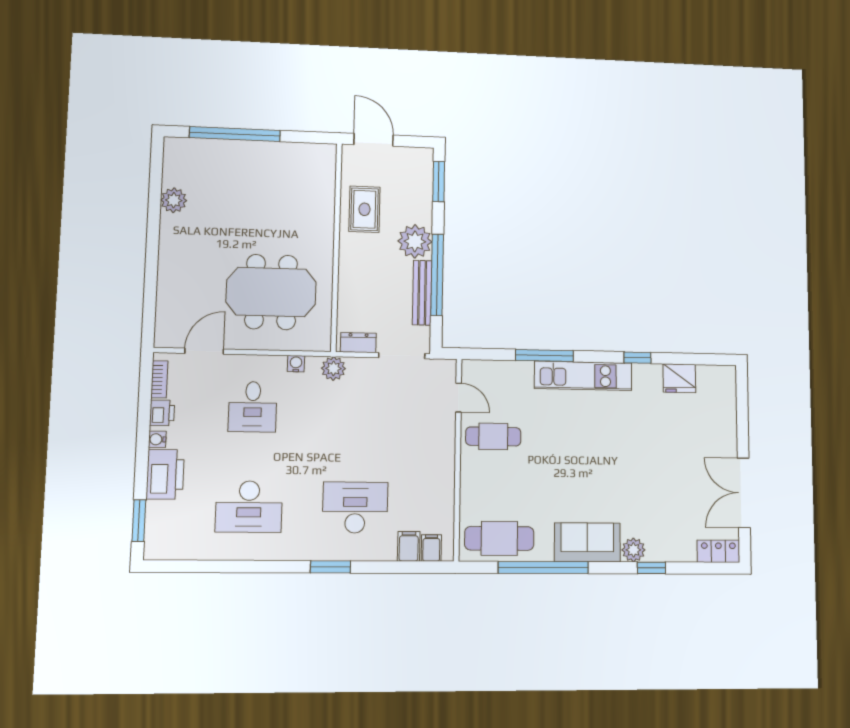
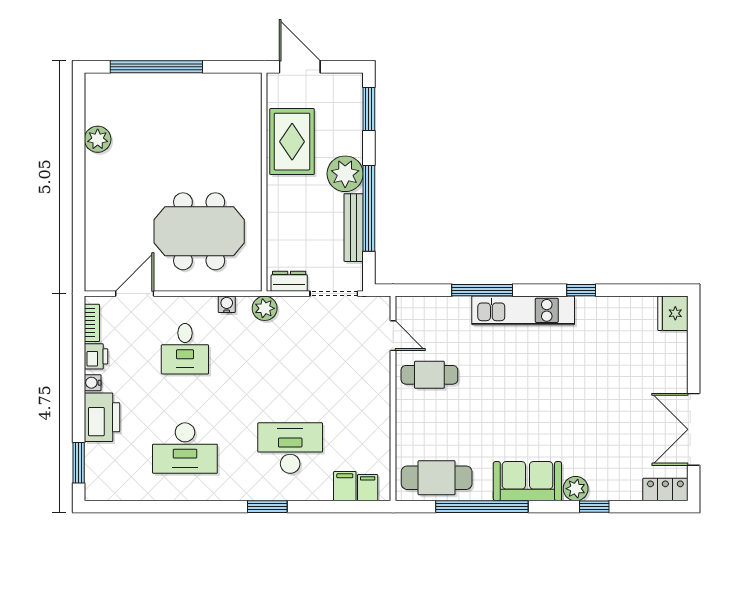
rug: (364, 209) -> (292, 142), width x1.36, depth x1.43
fridge: (679, 378) -> (673, 313), moved, turned 90

